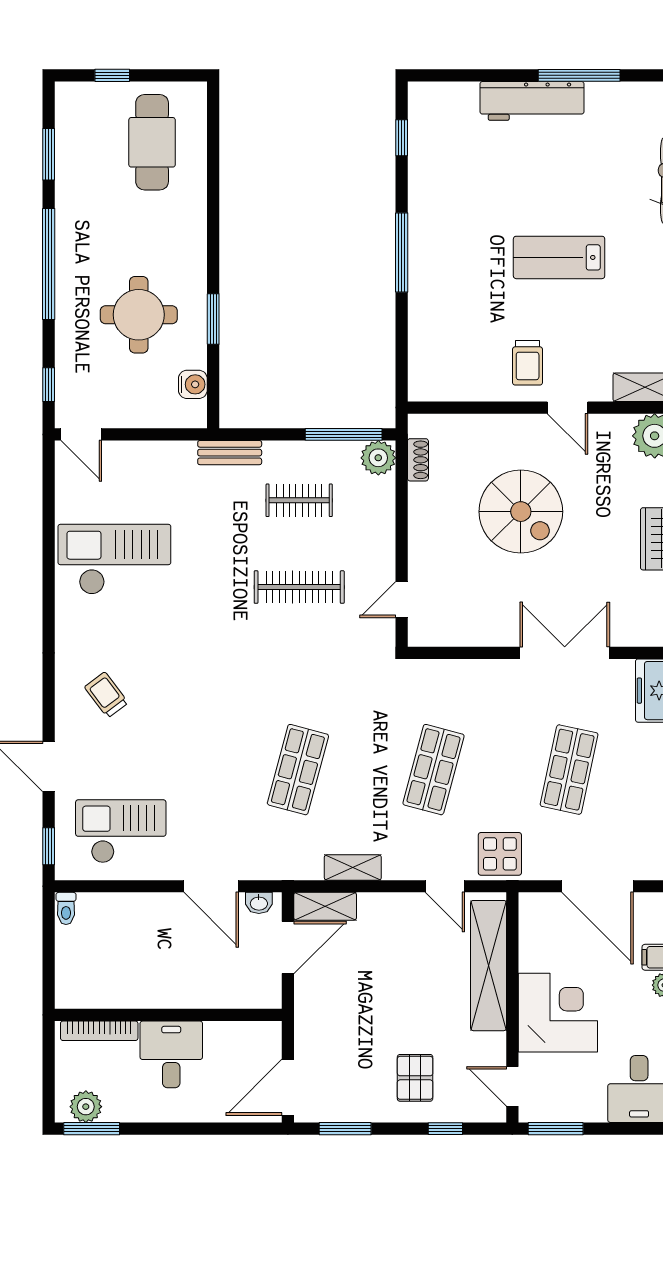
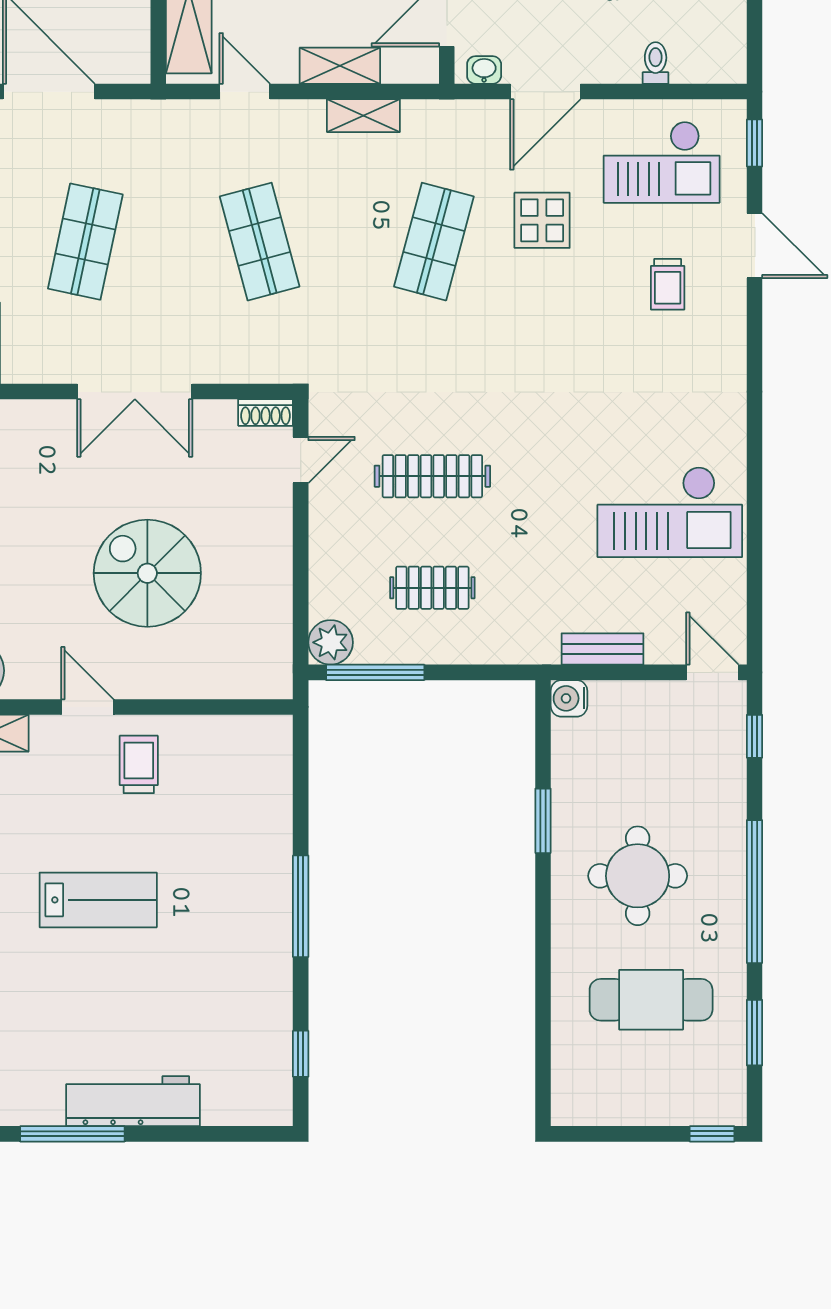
window: (112, 75) -> (712, 1134), moved
cafe table: (152, 142) -> (651, 1000), moved, turned 90
round table: (139, 315) -> (638, 876), moved
water cooler: (193, 384) -> (569, 698), moved
bench: (230, 453) -> (602, 649), moved
shoe rack: (418, 460) -> (266, 413), moved, turned -90
double door: (565, 653) -> (135, 392), moved
trolley: (106, 695) -> (668, 284), moved, turned 37
shop shelf: (433, 770) -> (260, 242), turned -30
display table: (500, 854) -> (542, 220), moved
door: (211, 886) -> (545, 92), swing flipped
shelving: (325, 906) -> (340, 66), moved
toilet: (66, 908) -> (656, 63), moved

